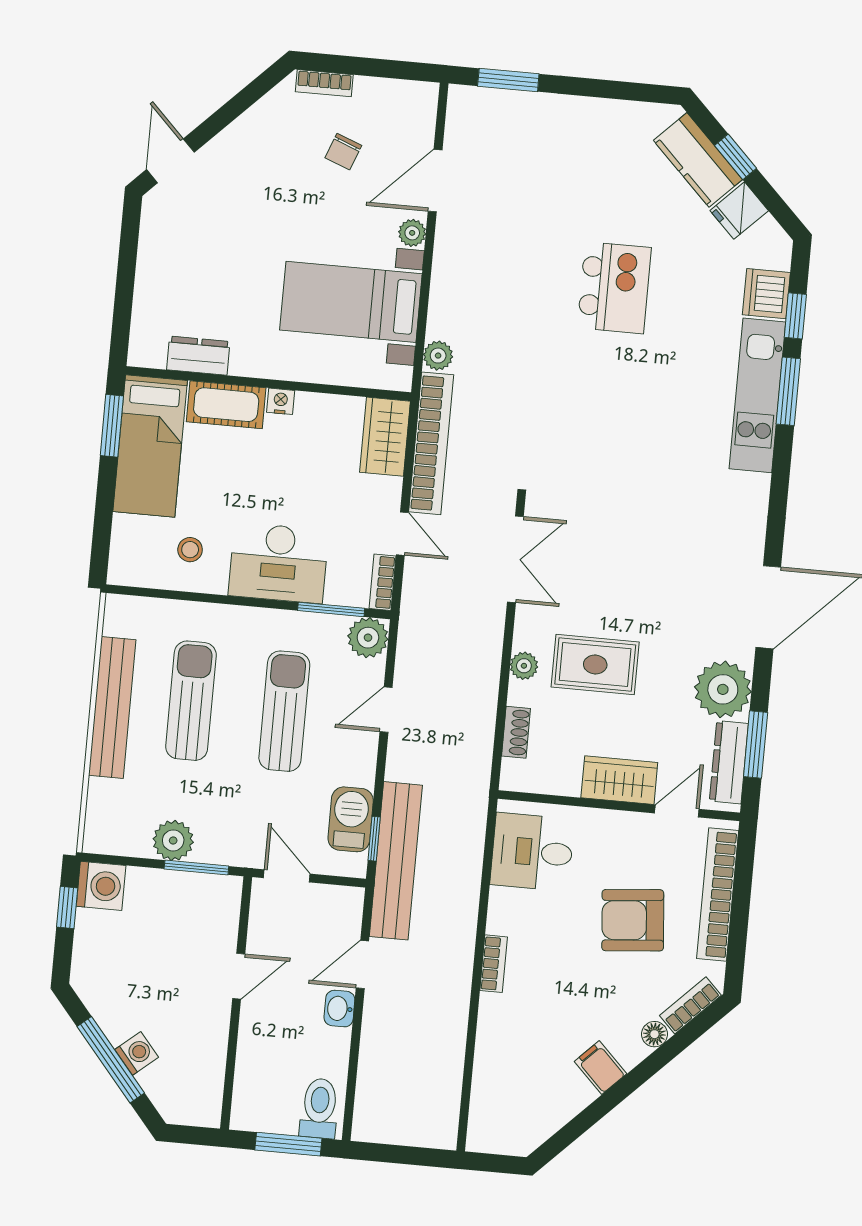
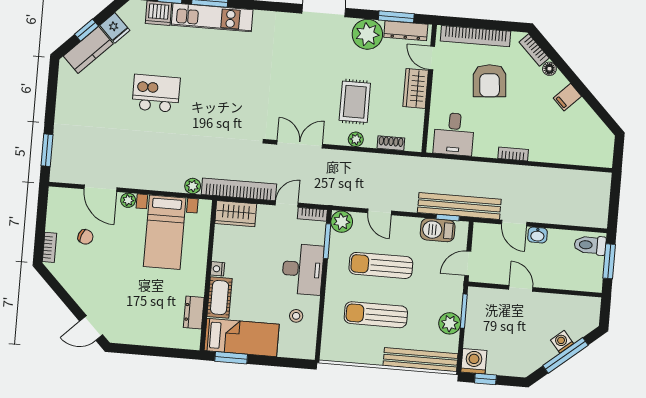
bench: (112, 707) -> (420, 360), moved

